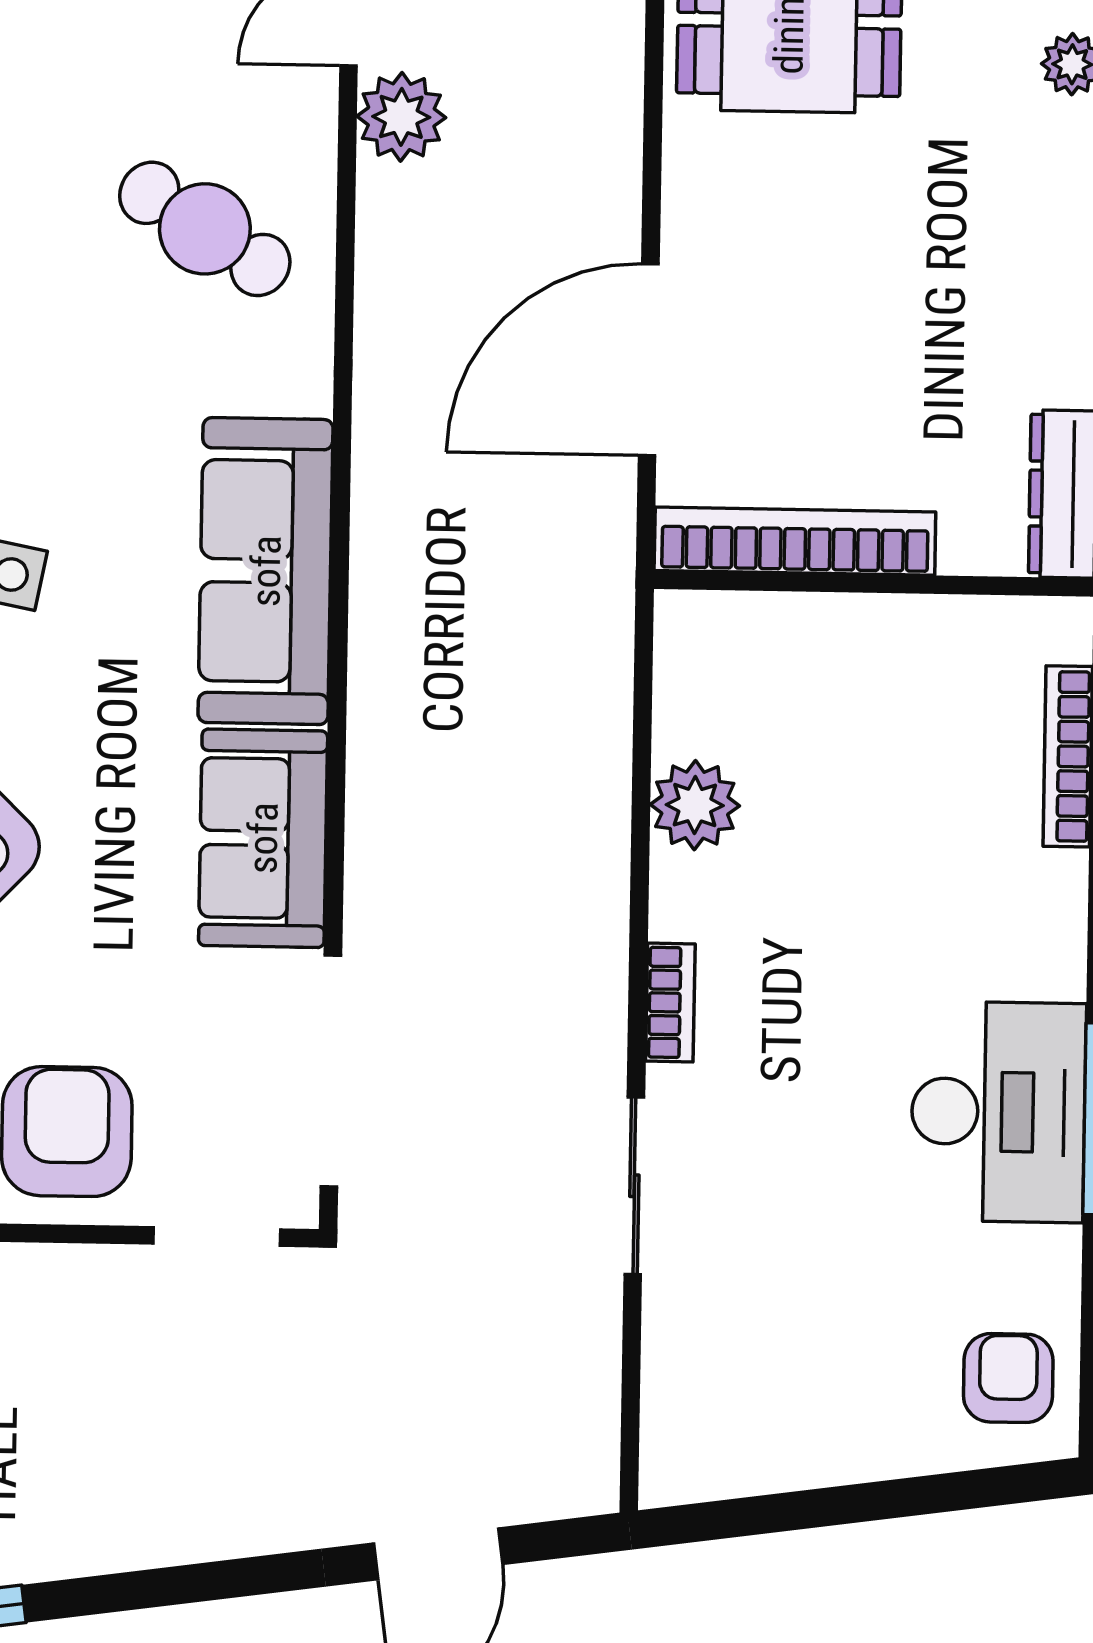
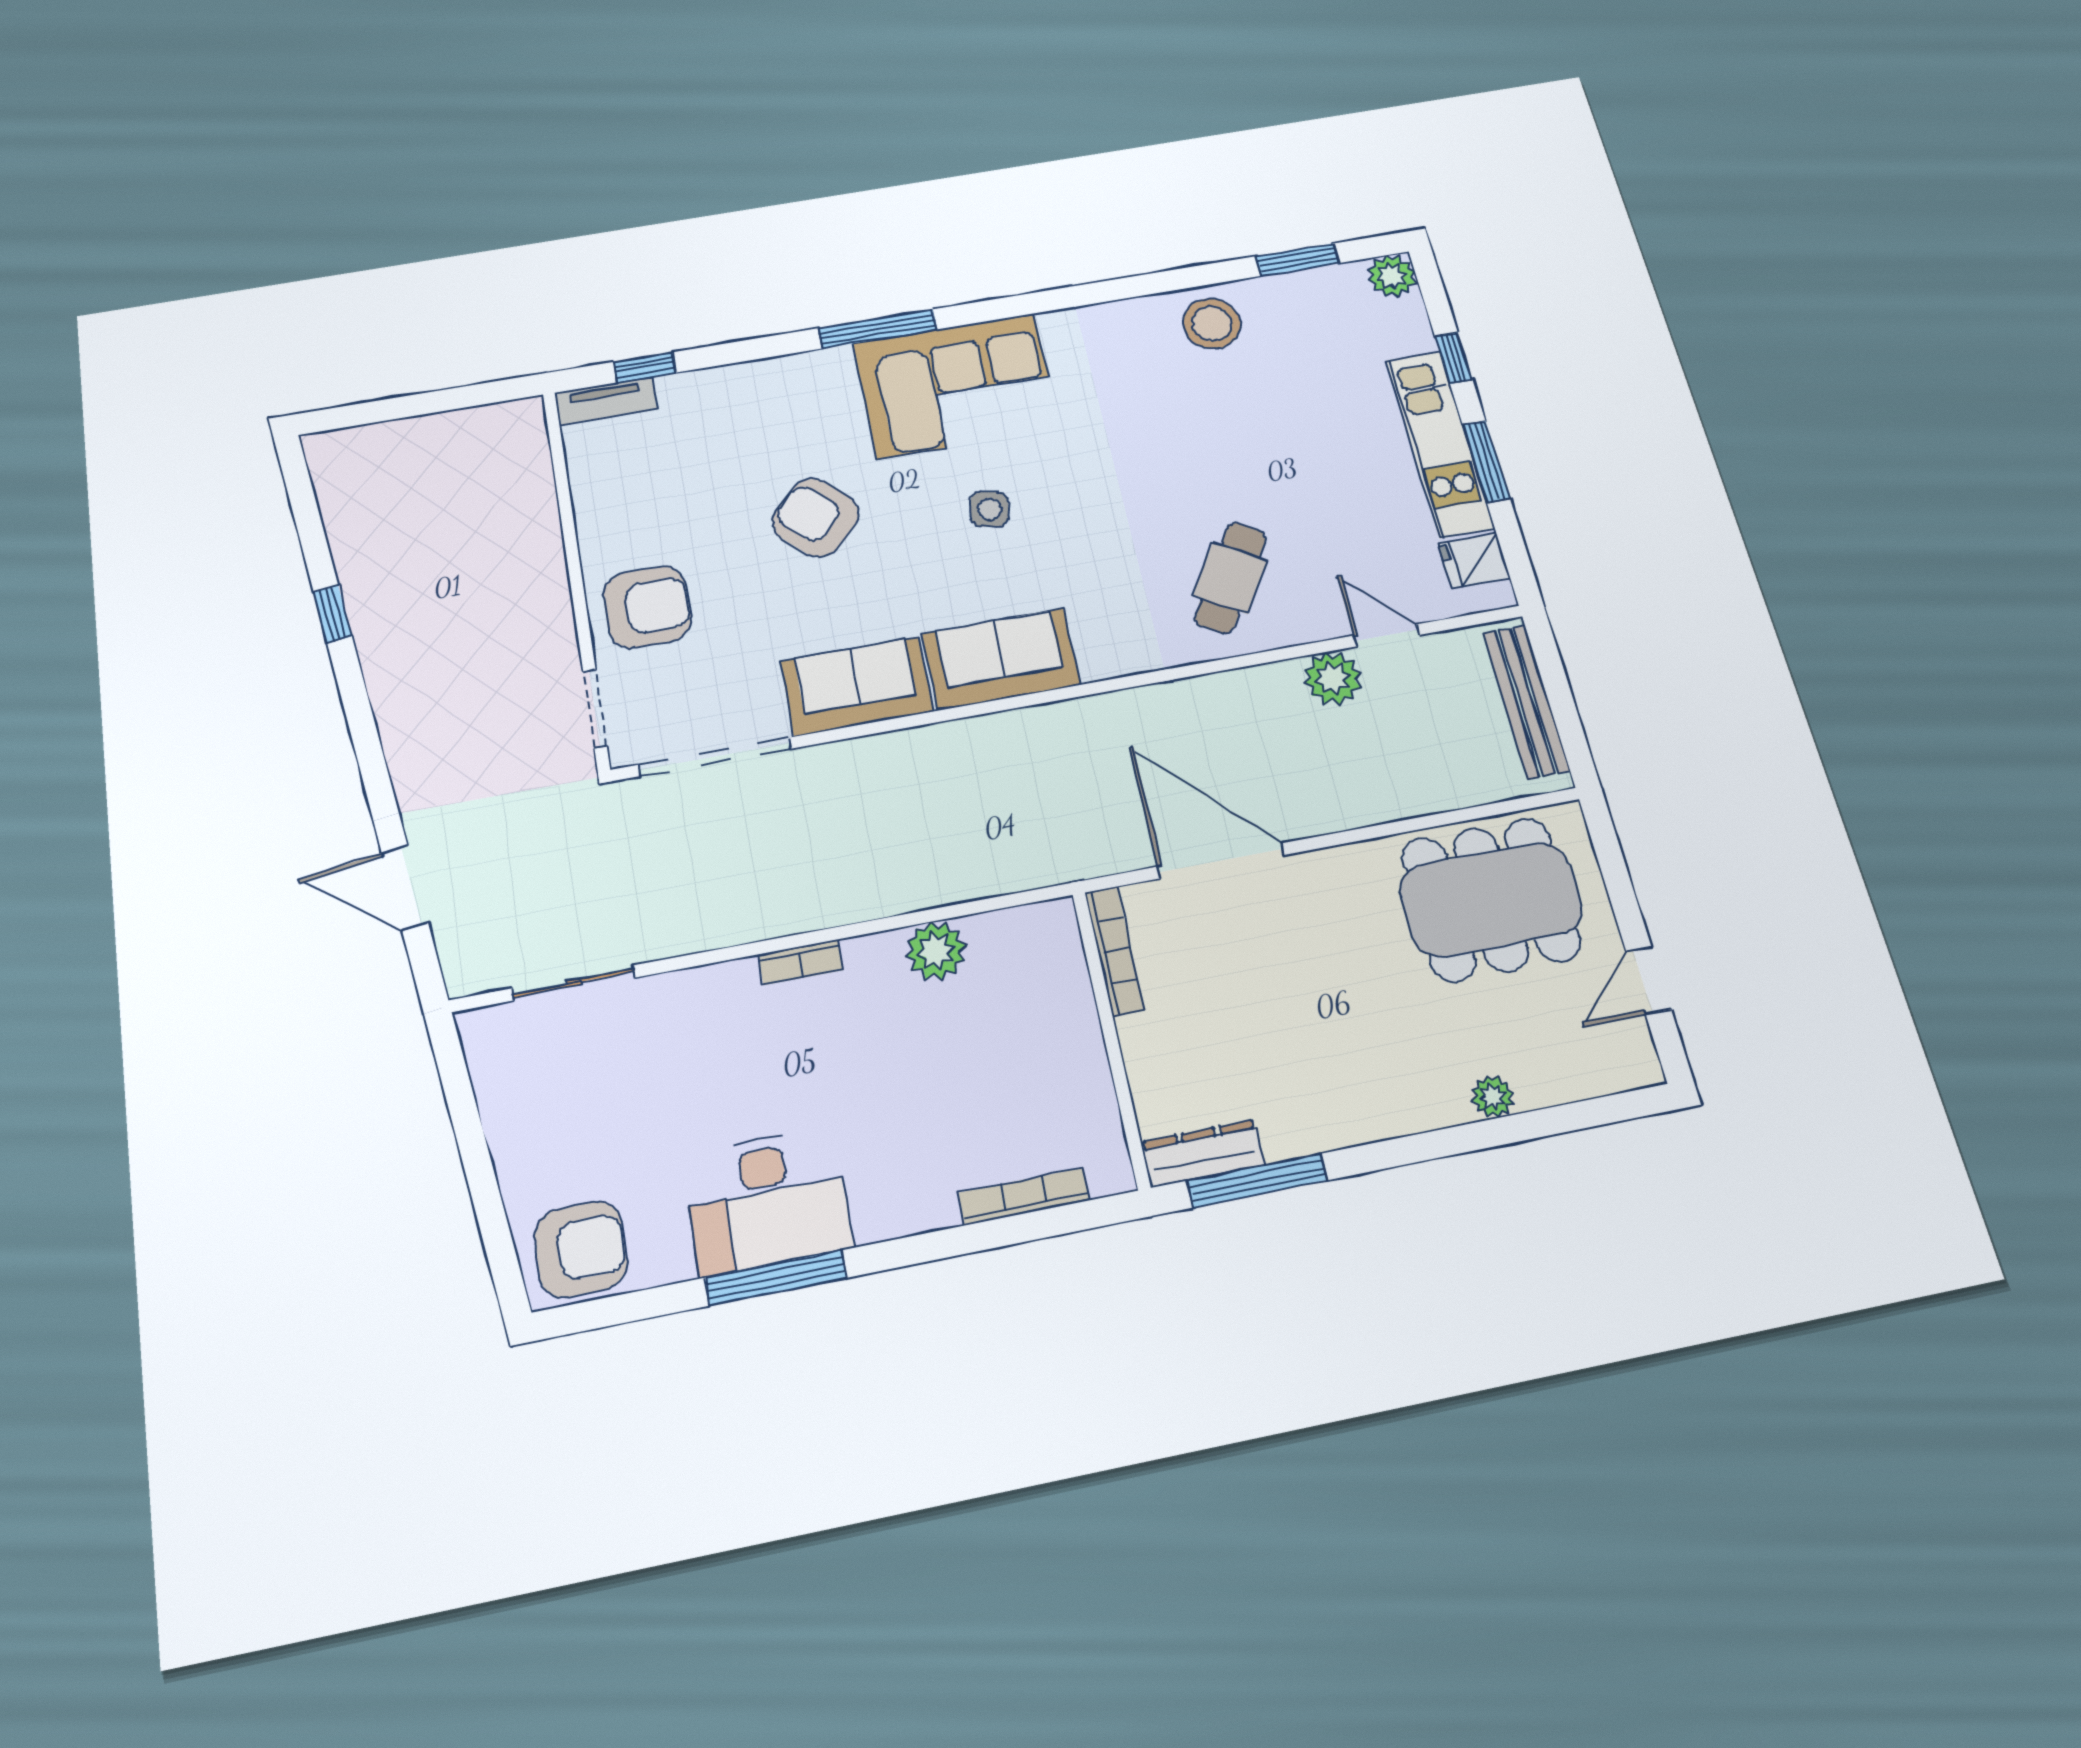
bookcase: (795, 541) -> (1114, 951), width x0.68, depth x0.76
sofa: (266, 571) -> (1001, 659), width x0.73
sliding door: (634, 1186) -> (574, 983), moved
armchair: (1008, 1378) -> (581, 1249), width x1.38, depth x1.38

